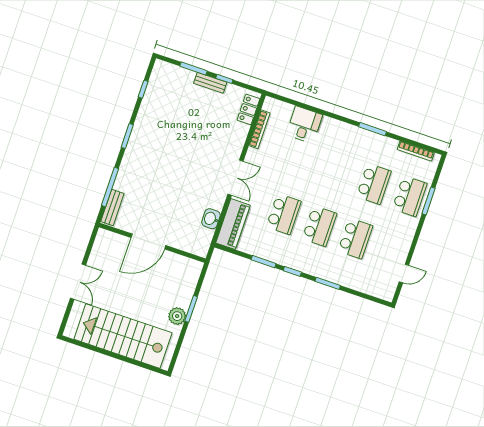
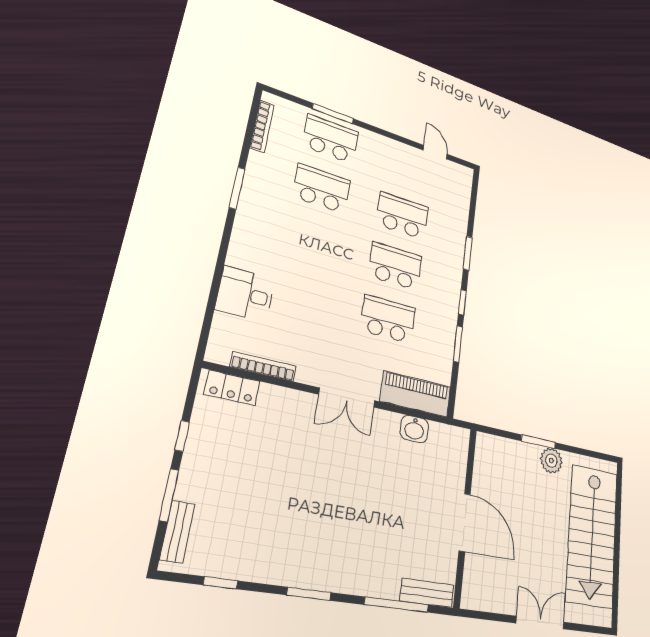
bench: (210, 83) -> (177, 532), moved
double door: (236, 178) -> (347, 398), swing flipped

